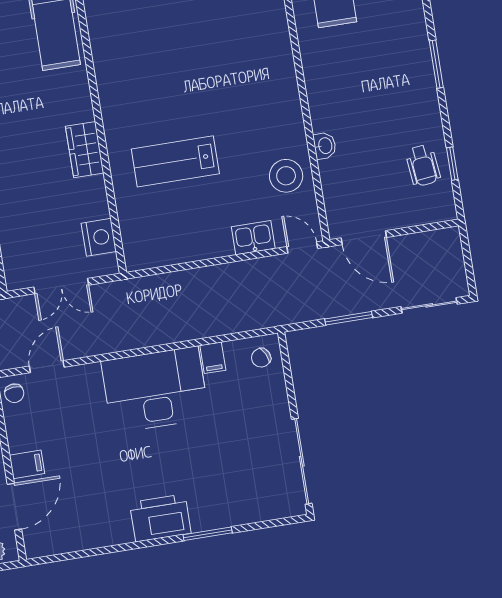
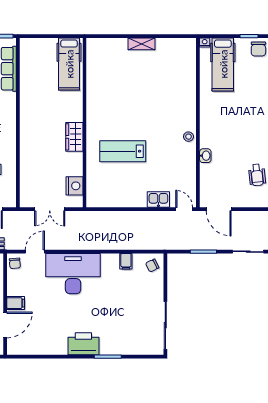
stool: (286, 176) -> (189, 137), moved, width x0.53, depth x0.53
desk: (155, 390) -> (73, 274), moved

